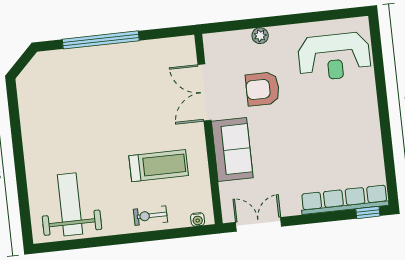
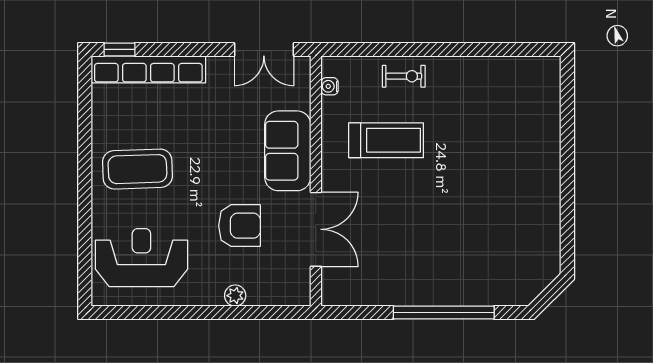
coffee table: (344, 123) -> (137, 169), added
treadmill: (159, 166) -> (386, 140), turned 180
weight bench: (70, 204) -> (507, 102), removed
water cooler: (198, 219) -> (330, 86), moved, turned -90

